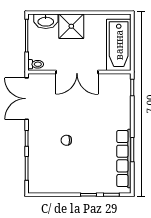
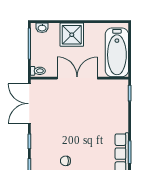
washbasin: (46, 21) -> (42, 28), width x0.52, depth x0.69
double door: (77, 72) -> (77, 78), swing flipped
chair: (66, 140) -> (65, 161), moved

